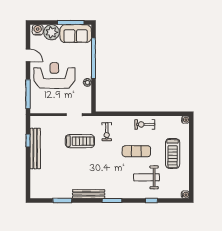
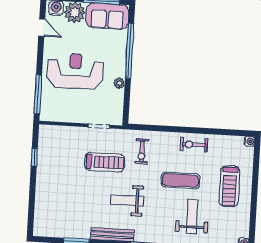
door: (28, 55) -> (42, 28), moved
bench: (35, 149) -> (43, 169), removed
weight bench: (98, 168) -> (127, 200), added
weight bench: (146, 177) -> (192, 217), turned 90

